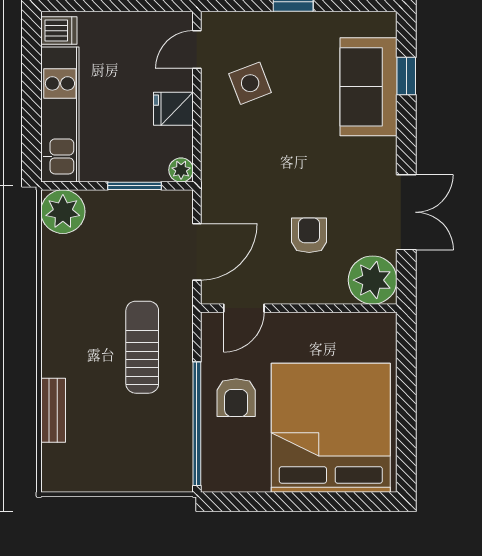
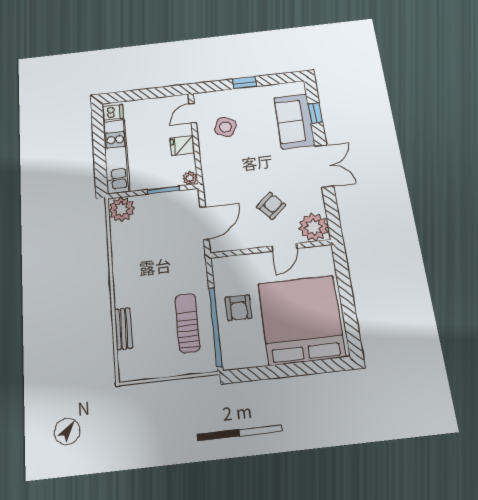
side table: (250, 83) -> (225, 127), turned 45
double door: (406, 212) -> (324, 166), moved
armchair: (309, 235) -> (271, 206), turned 48
door: (244, 308) -> (284, 247), moved
sun lounger: (142, 347) -> (187, 323), moved

